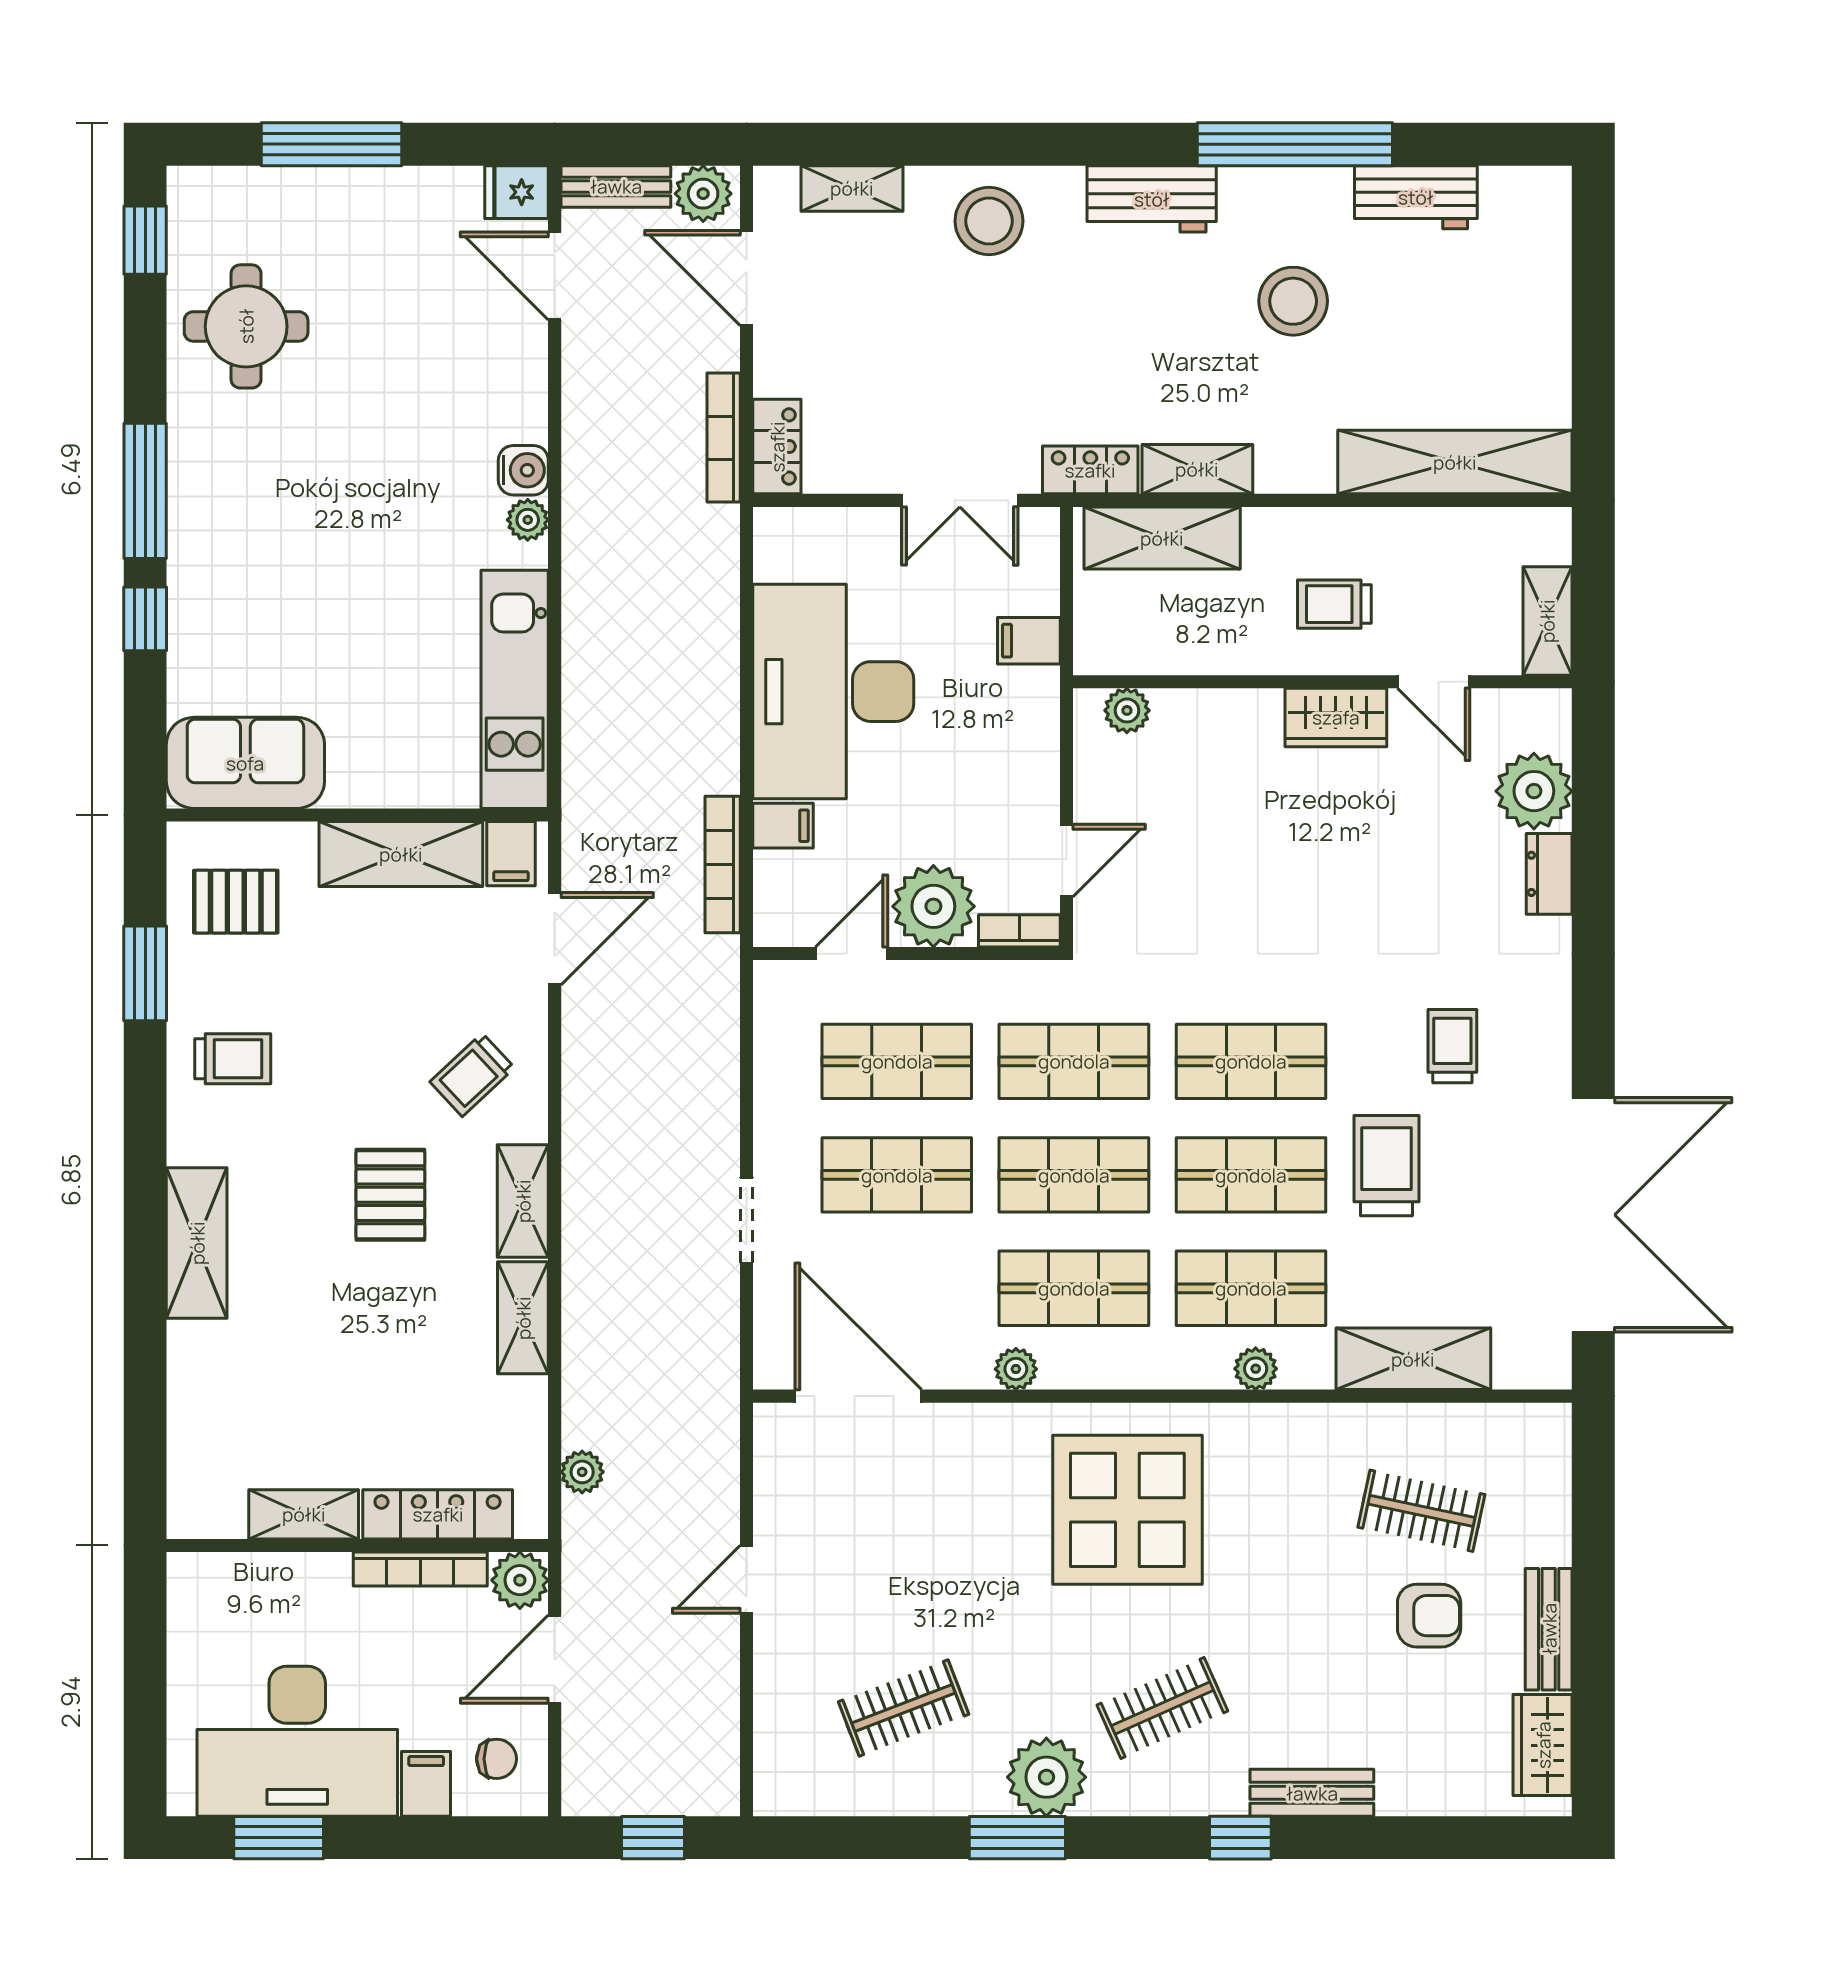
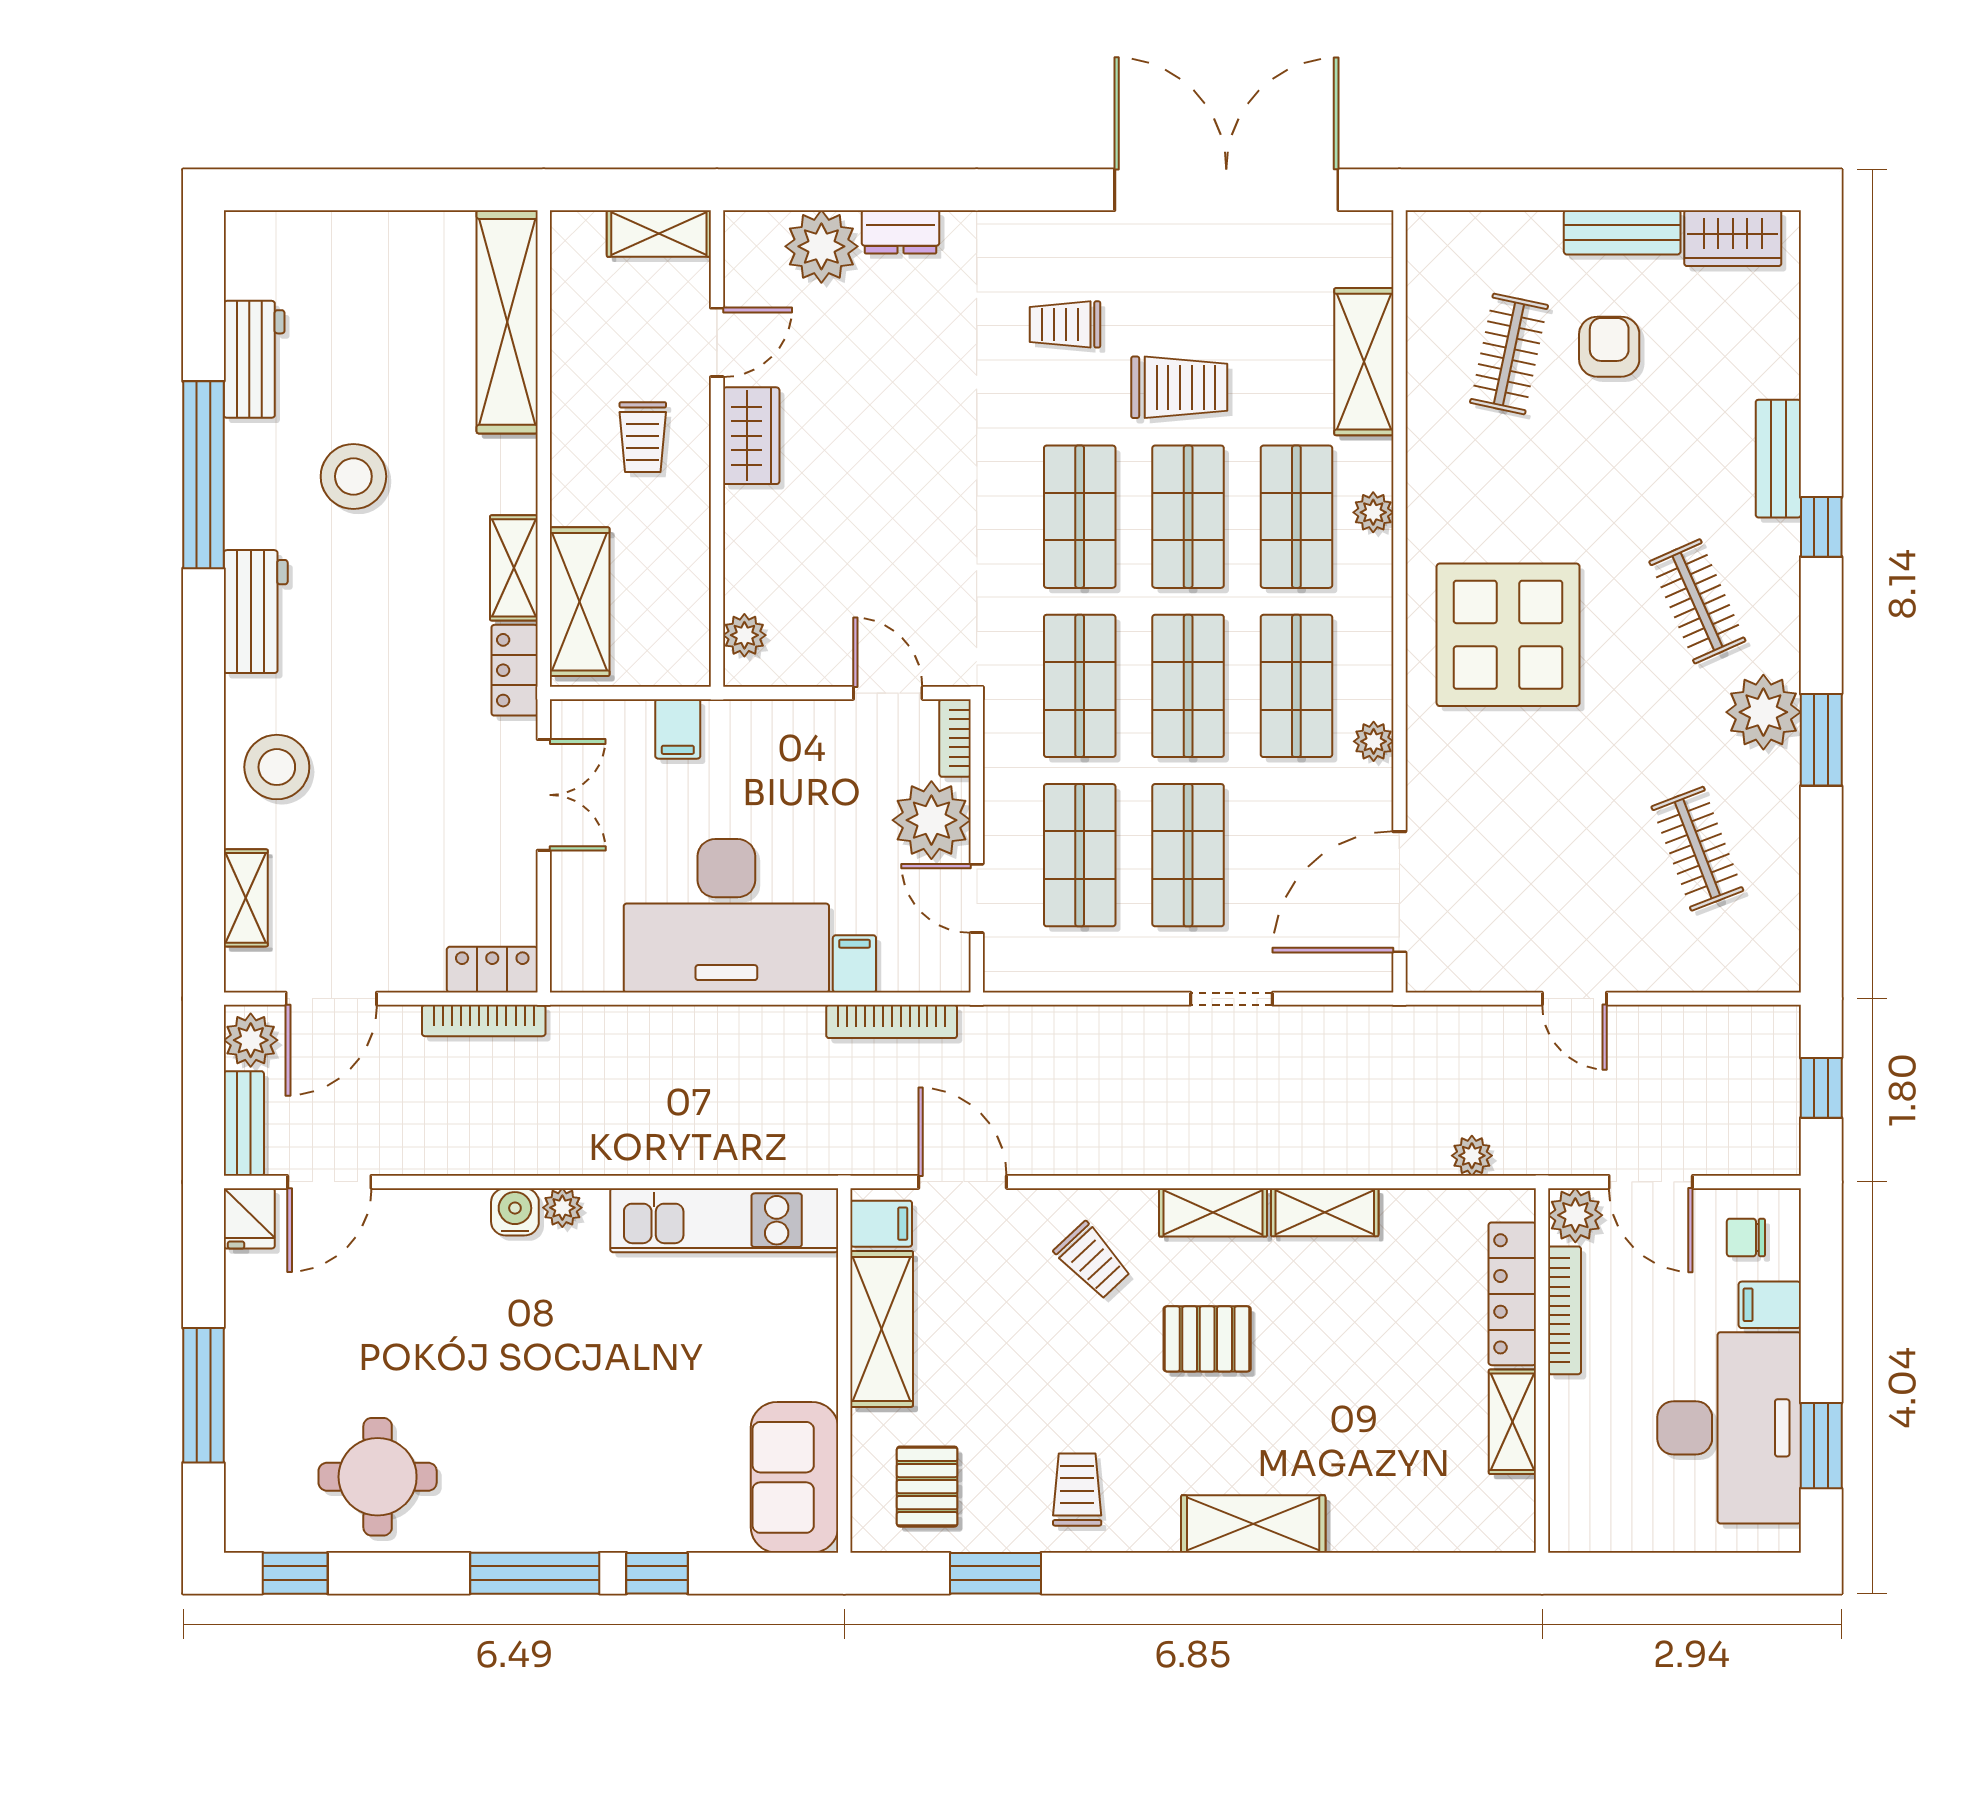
trolley: (1387, 1166) -> (1179, 387), turned 180
chair: (497, 1759) -> (1746, 1237), turned -90

